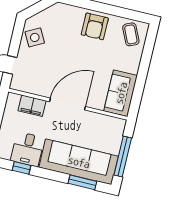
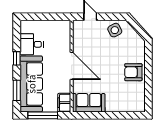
coffee table: (131, 34) -> (134, 100), removed
filing cabinet: (32, 106) -> (64, 103), moved
window: (21, 168) -> (17, 58), moved

